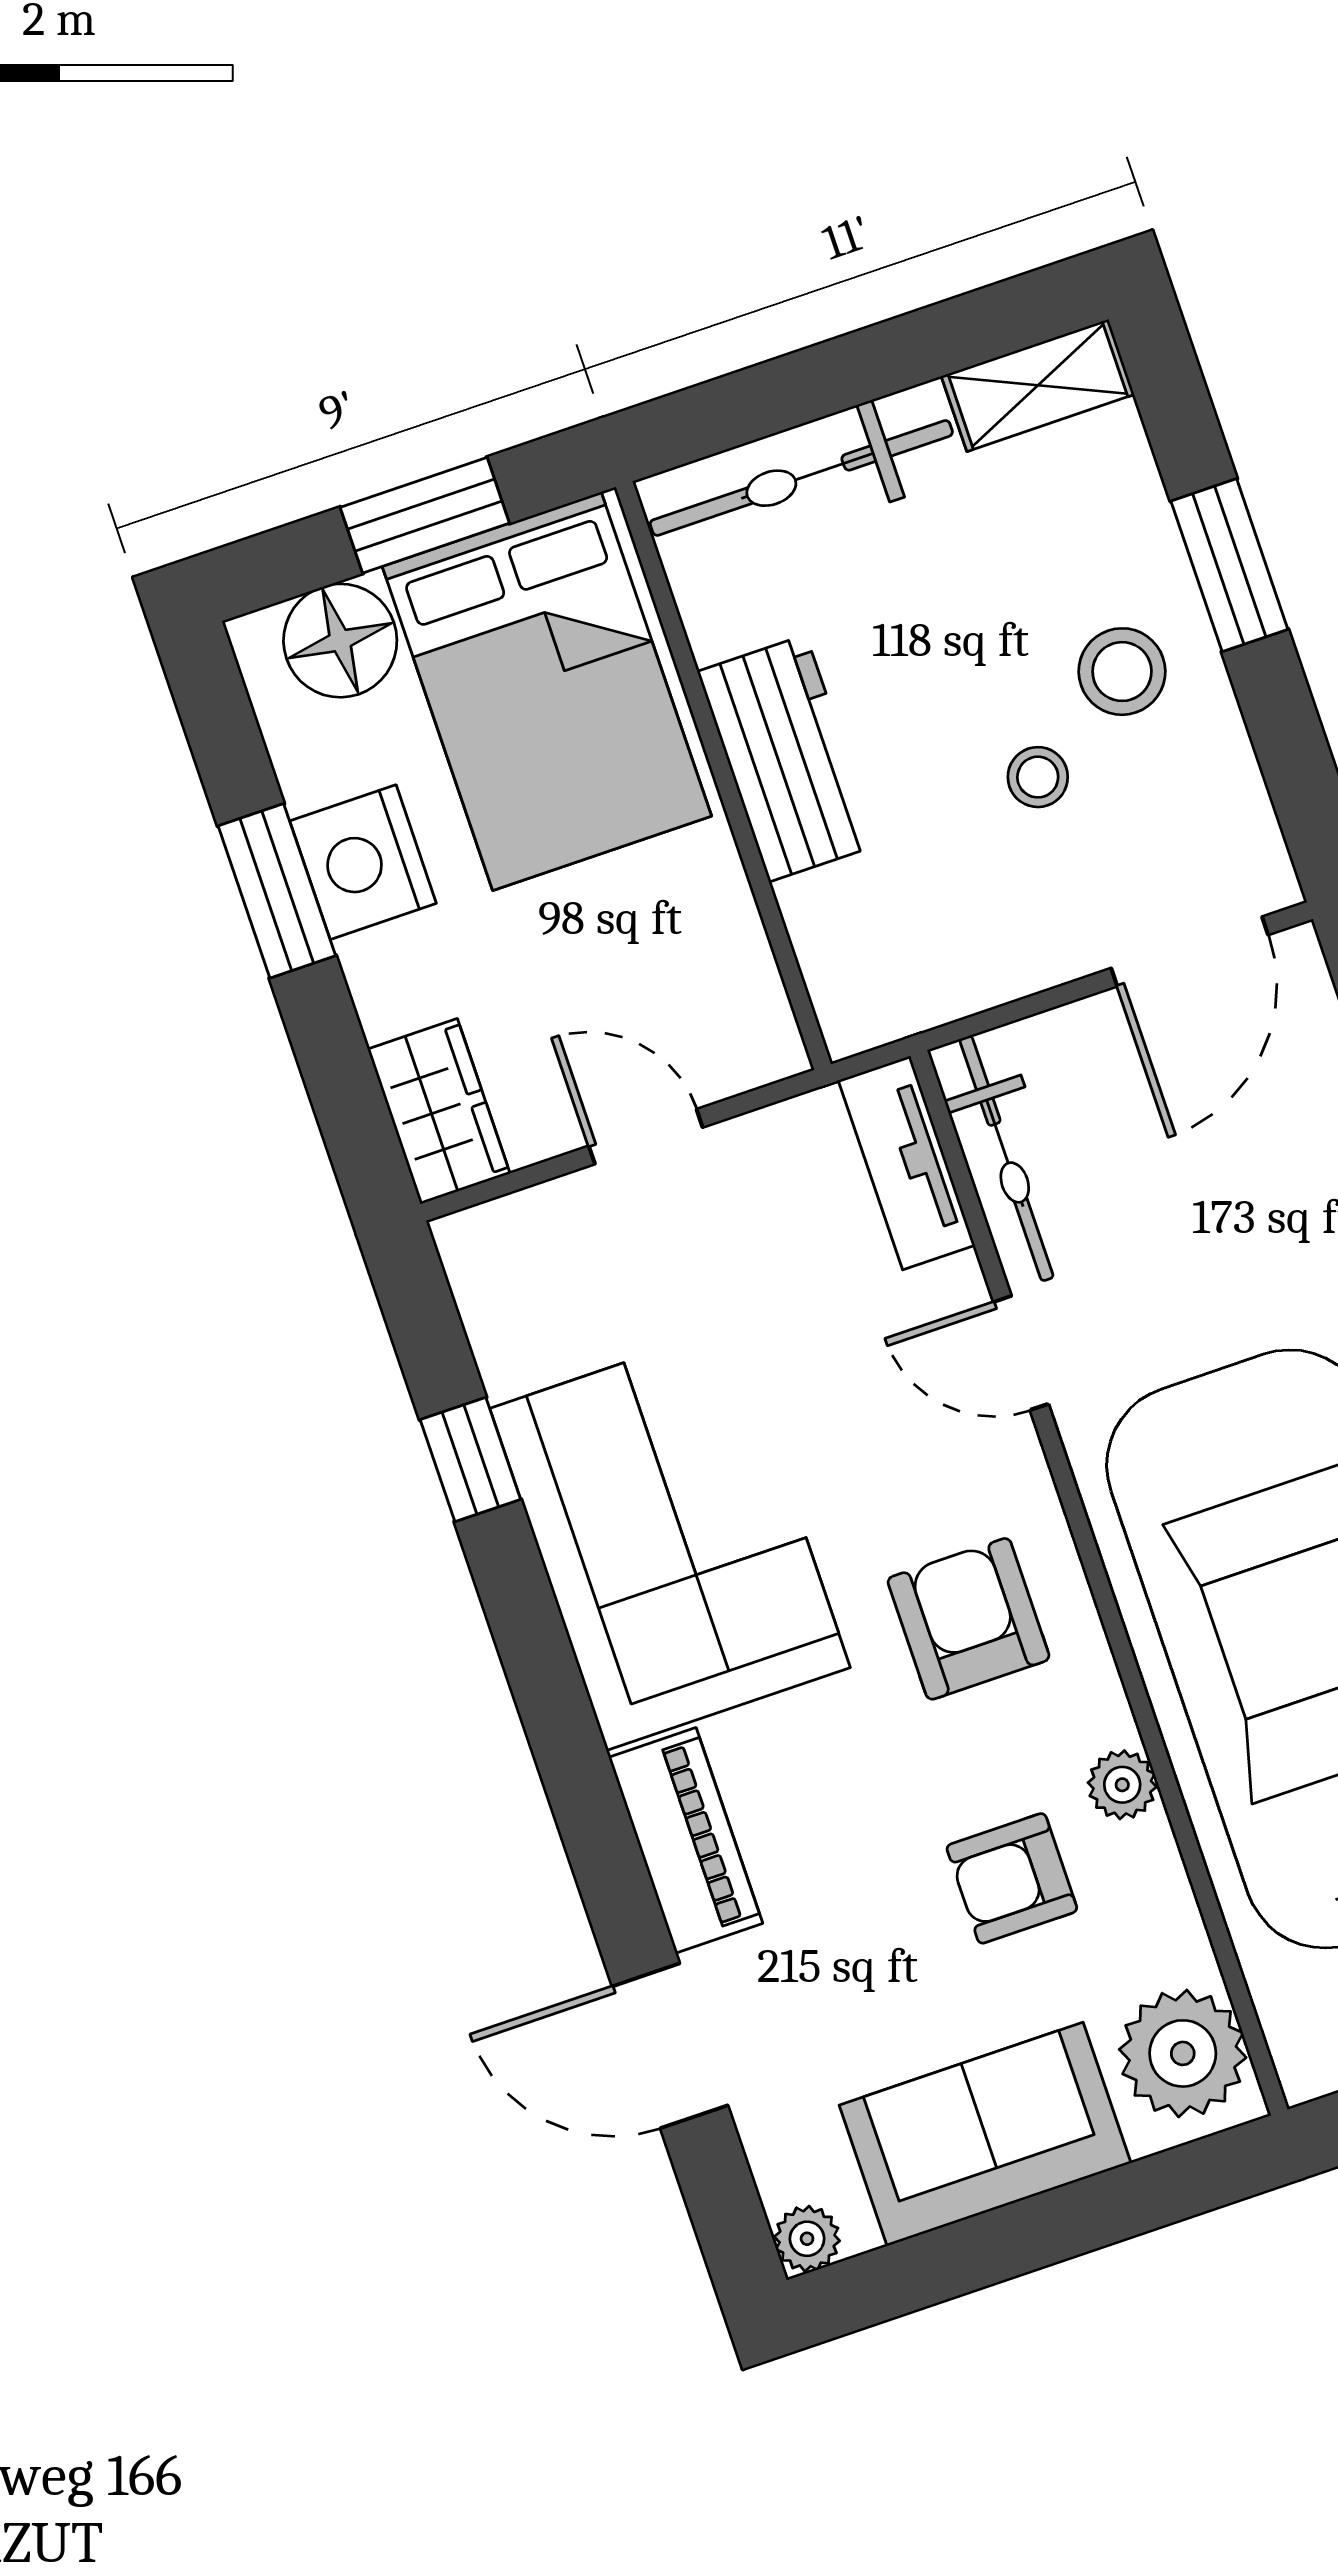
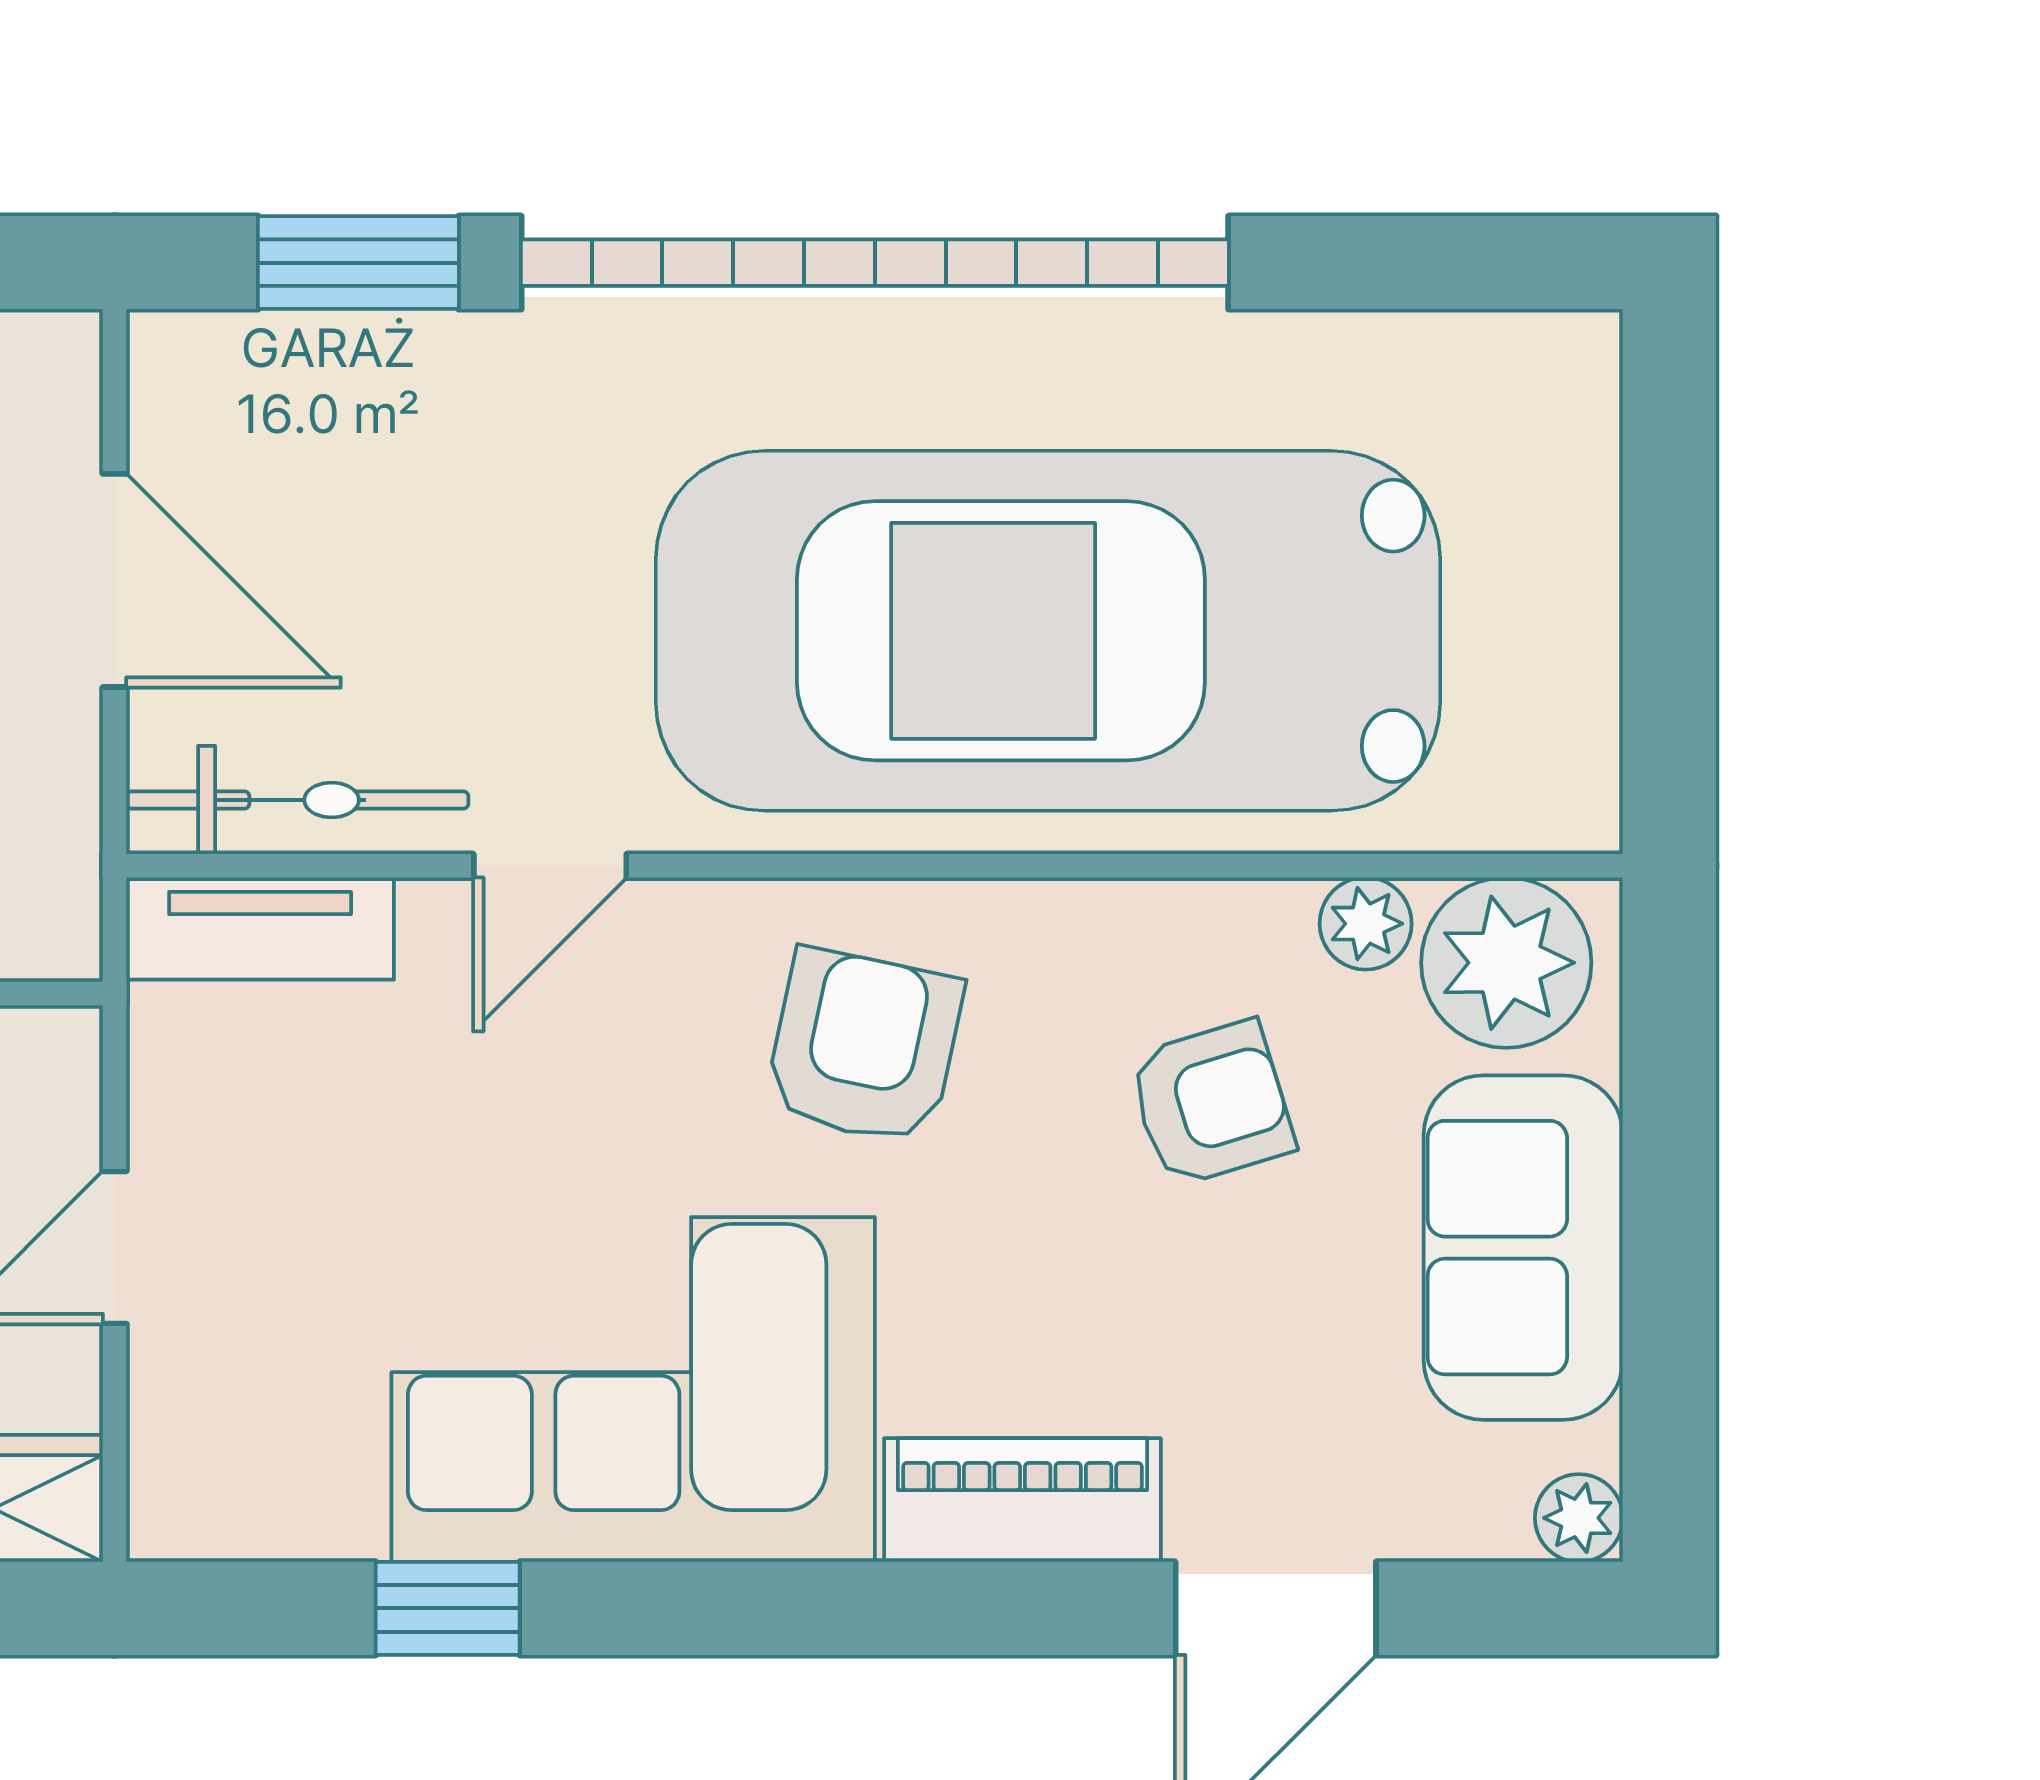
door: (1190, 951) -> (115, 580), moved
armchair: (969, 1619) -> (864, 1047), turned 102
plant: (1122, 1785) -> (1366, 924), moved
armchair: (1012, 1878) -> (1211, 1103), turned -107

